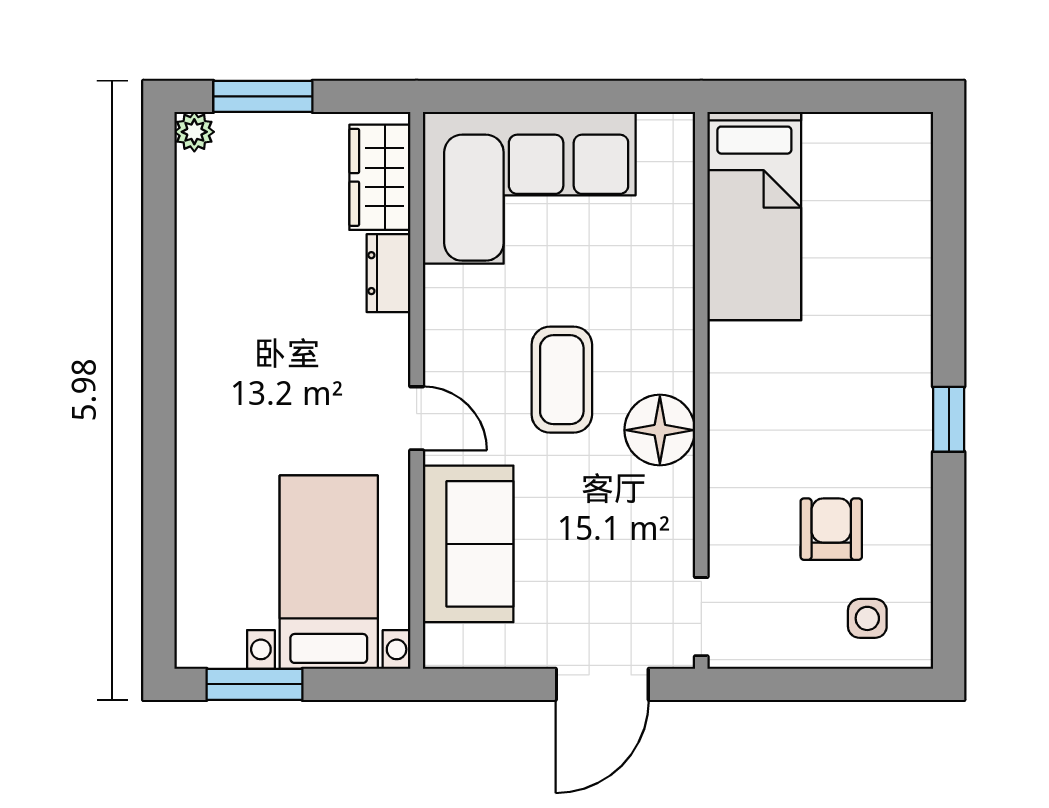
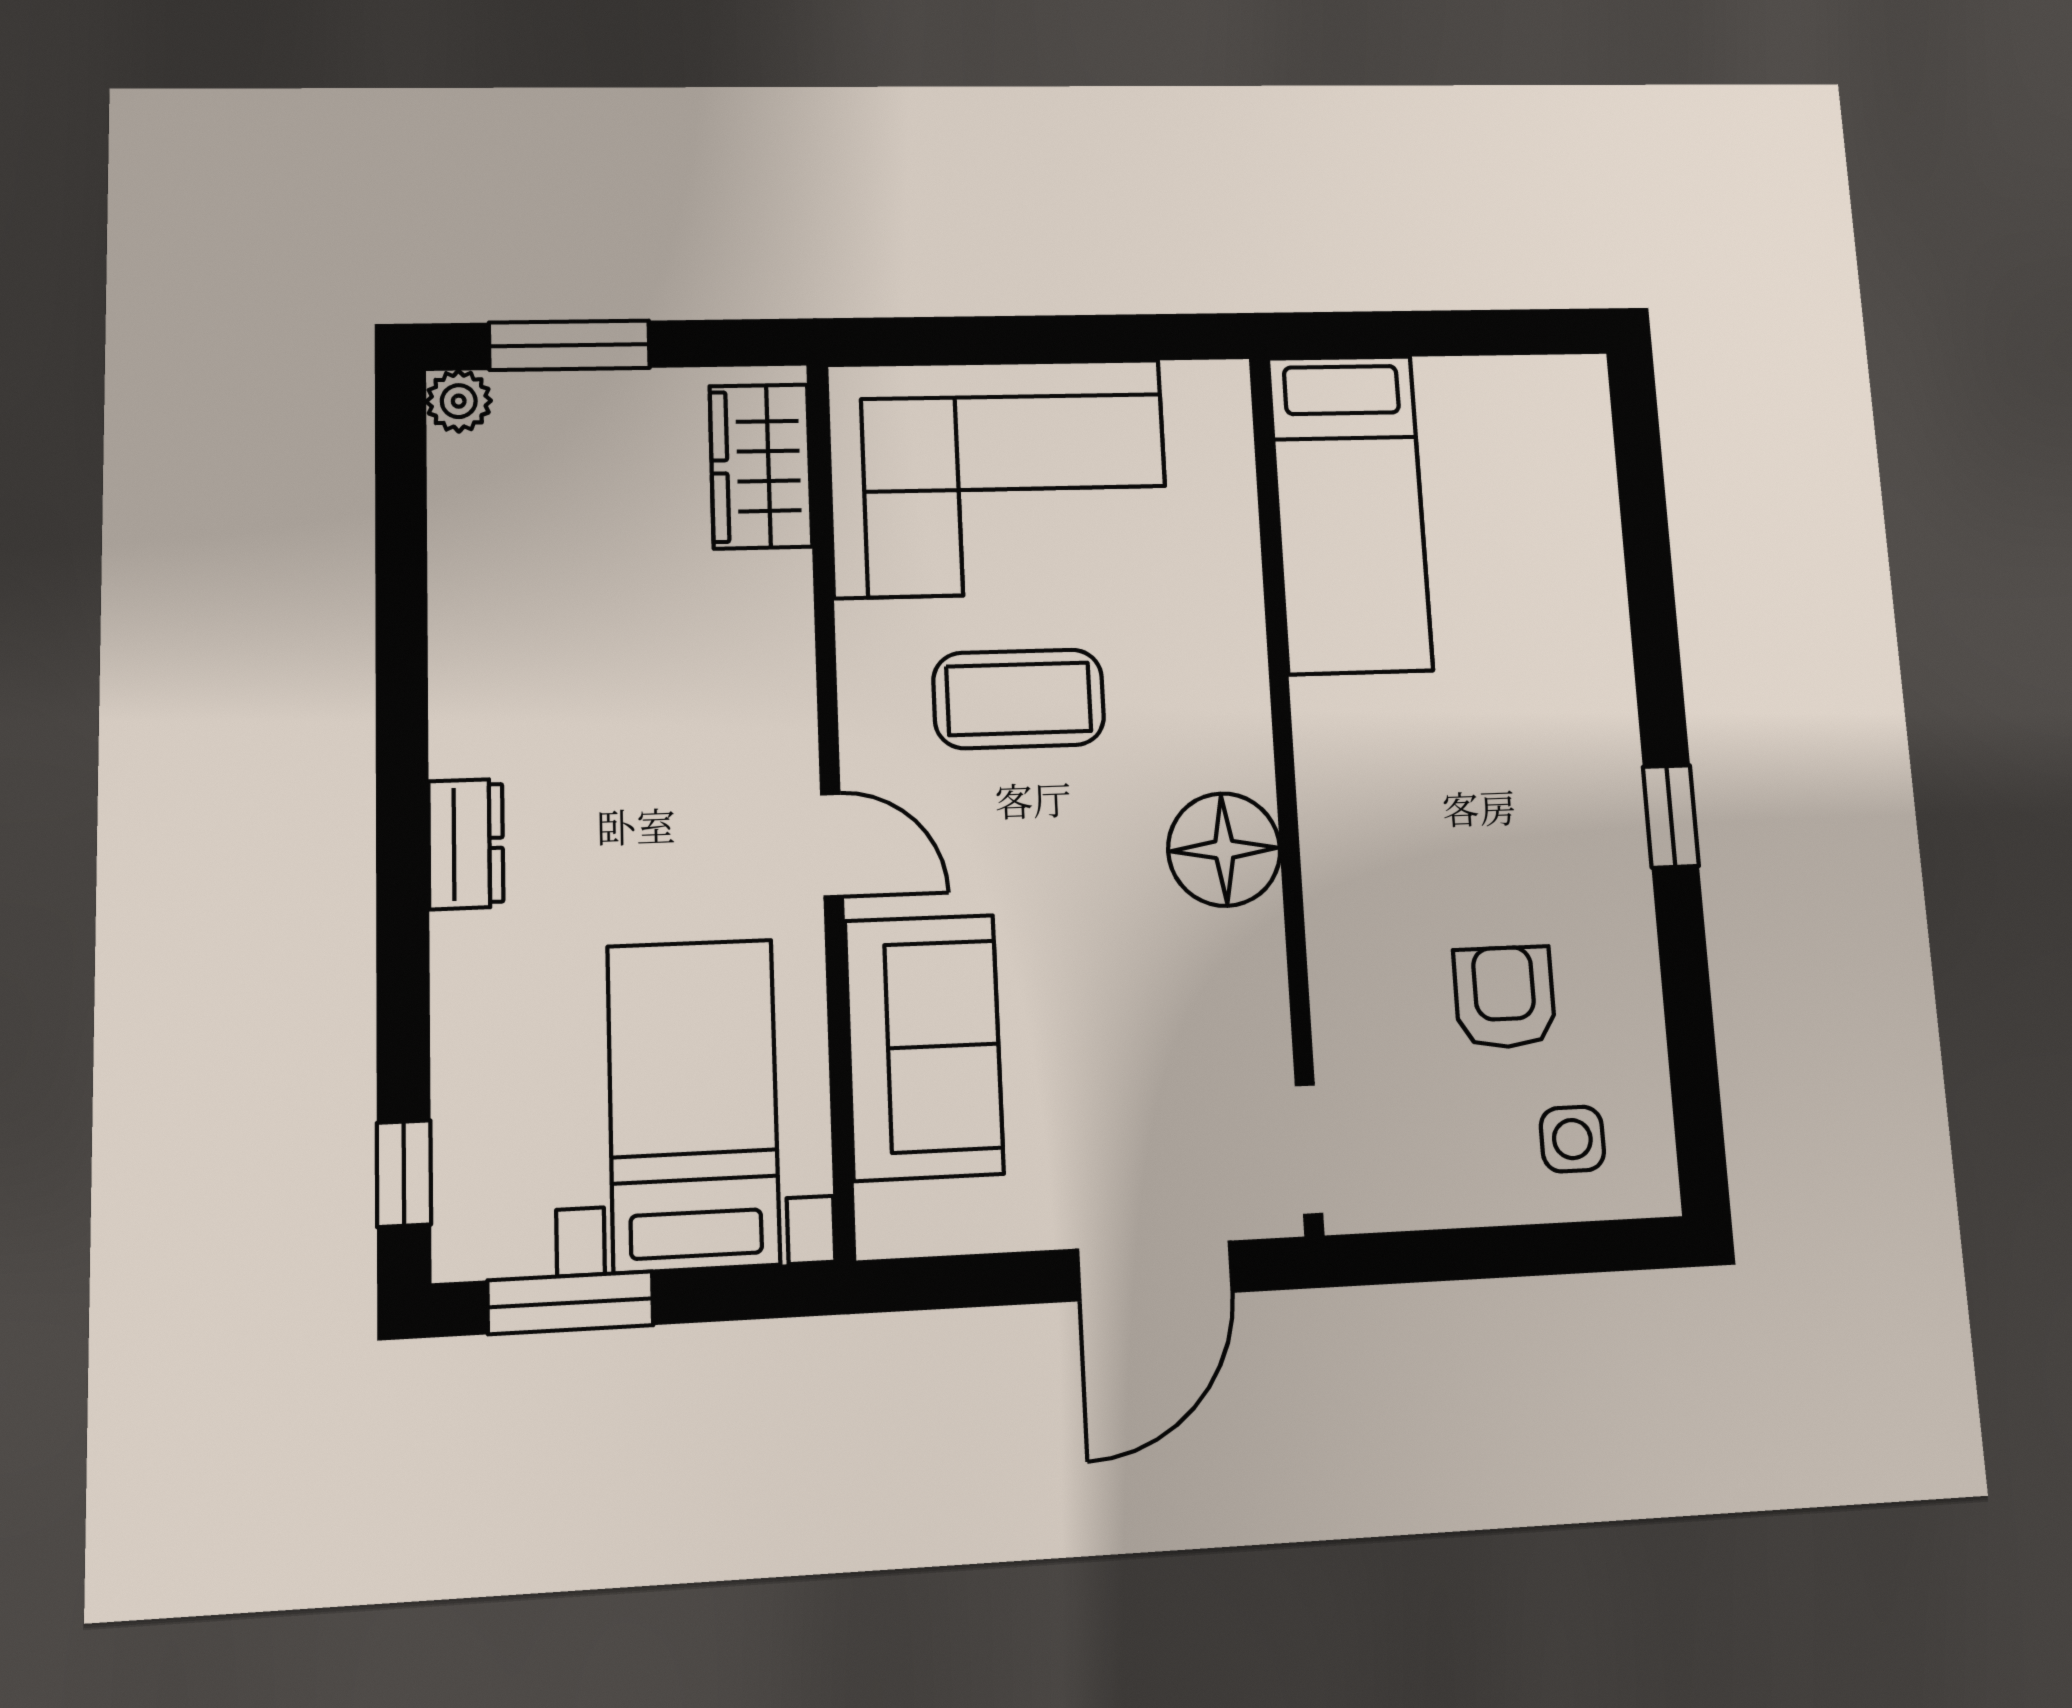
dresser: (389, 273) -> (466, 844), moved, turned 180
coffee table: (562, 380) -> (1019, 699), moved, turned 90
window: (159, 605) -> (404, 1174), added

